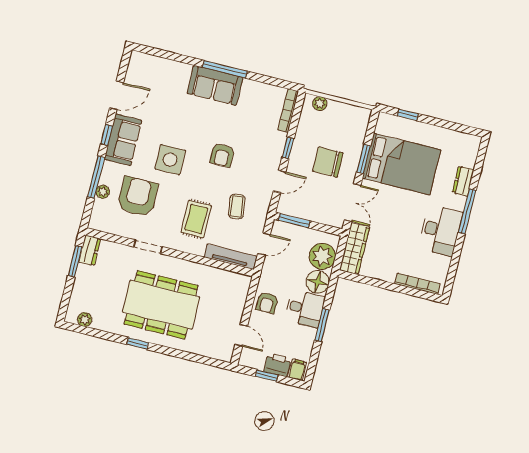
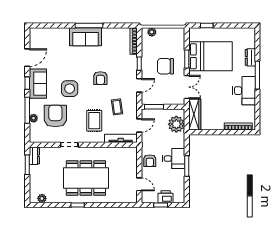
floor lamp: (318, 282) -> (177, 140), removed
filing cabinet: (297, 370) -> (178, 197), removed

